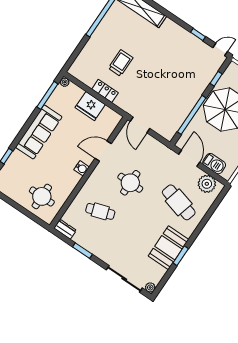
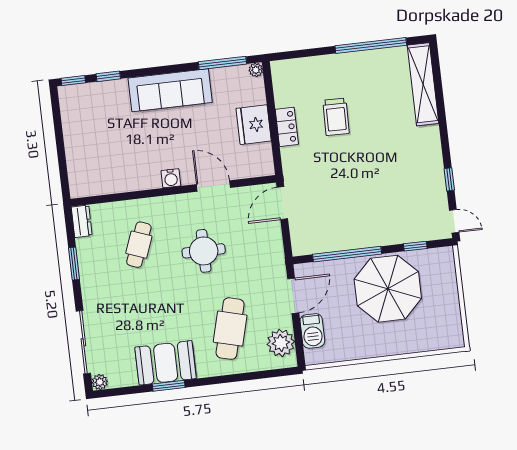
trolley: (121, 63) -> (336, 117), turned 91
round table: (42, 196) -> (97, 160), removed
cafe table: (100, 211) -> (139, 245), turned 39

